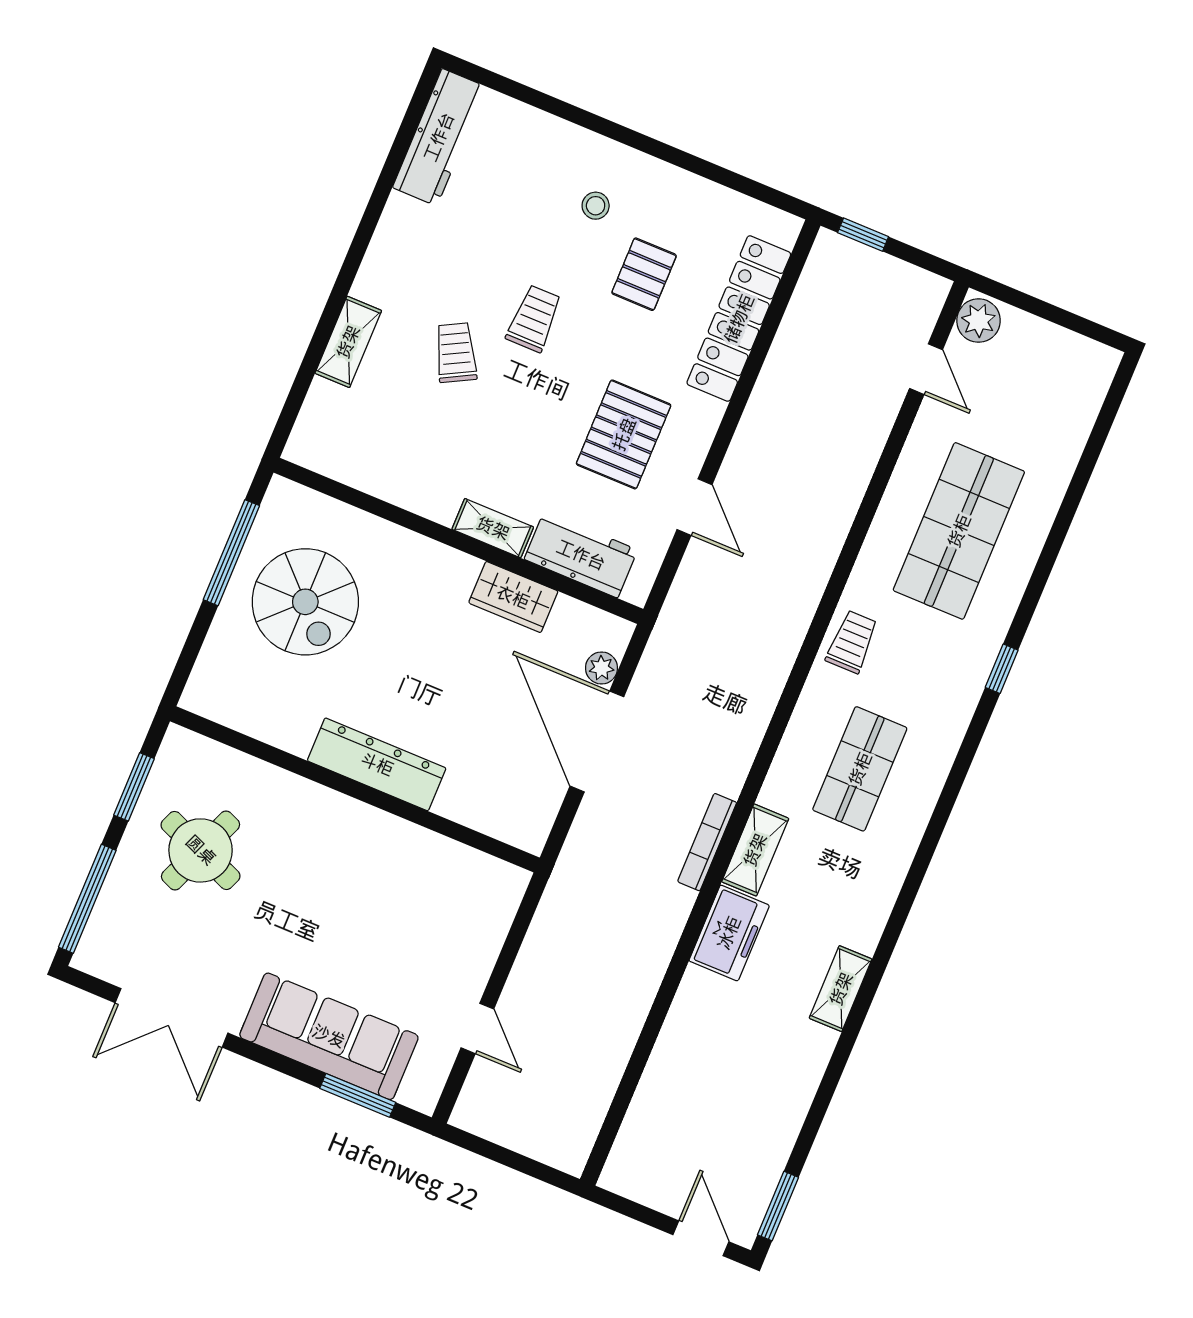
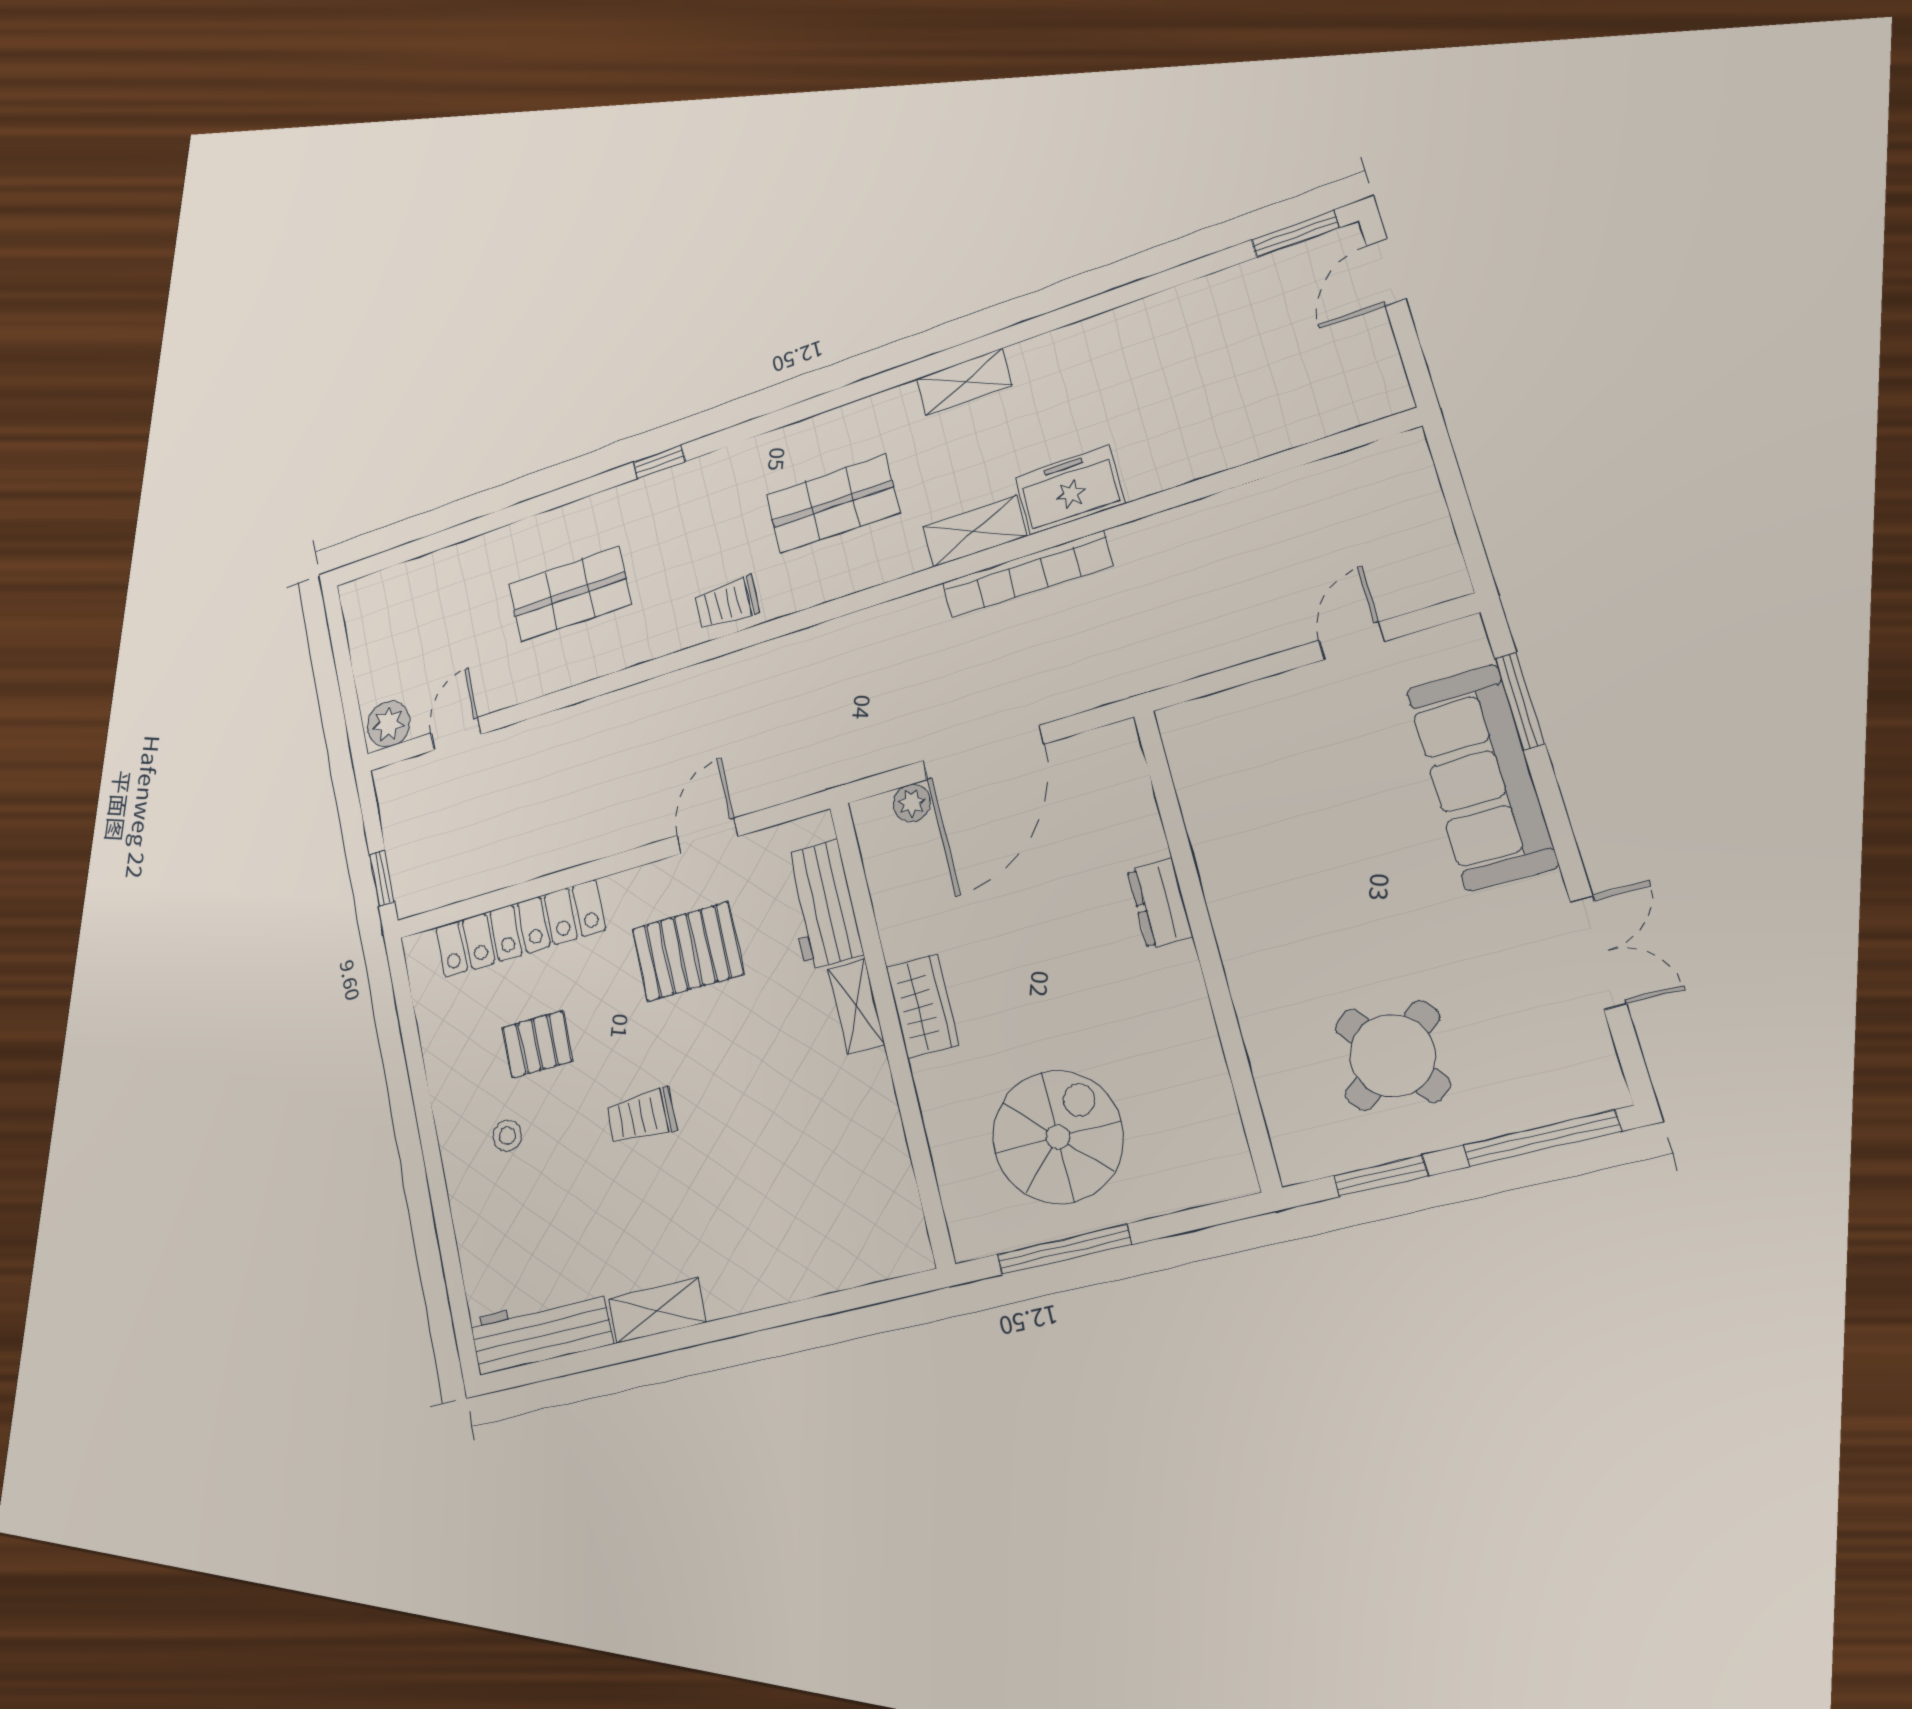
shelving: (348, 342) -> (657, 1311), moved
trolley: (456, 353) -> (721, 1167), removed
shop shelf: (959, 531) -> (570, 594), width x0.70, depth x0.74
wardrobe: (513, 597) -> (922, 1006), moved
dresser: (377, 764) -> (1160, 903), width x0.51, depth x0.80
bookcase: (707, 842) -> (1027, 574), width x1.48, depth x1.31
round table: (201, 850) -> (1392, 1056), turned 30
shelving: (841, 989) -> (964, 382), moved
double door: (172, 1018) -> (1598, 952), width x0.73

